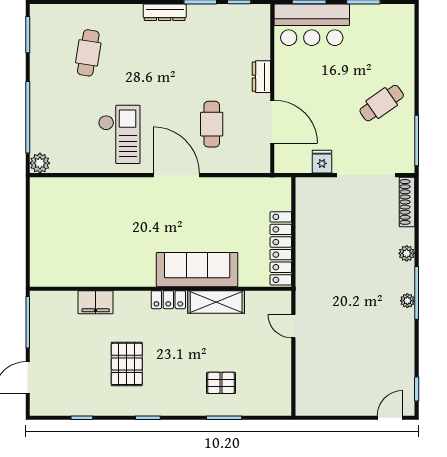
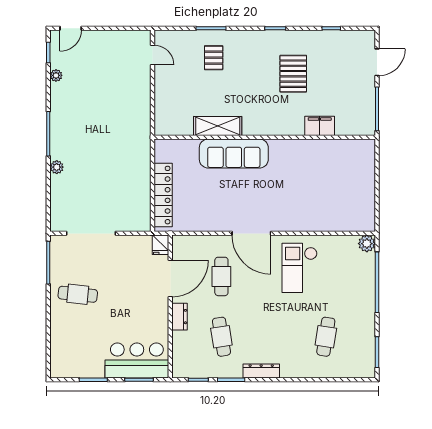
cafe table: (212, 53) -> (221, 337), added
cafe table: (382, 103) -> (78, 294), turned 41
door: (272, 122) -> (170, 279), swing flipped
fridge: (322, 162) -> (160, 245), moved
shoe rack: (407, 202) -> (56, 211), removed
locker: (281, 248) -> (163, 195), moved
locker: (168, 300) -> (258, 128), removed
plant: (407, 301) -> (56, 75), moved
door: (293, 326) -> (152, 55), moved
pallet: (221, 383) -> (214, 58), turned 90

